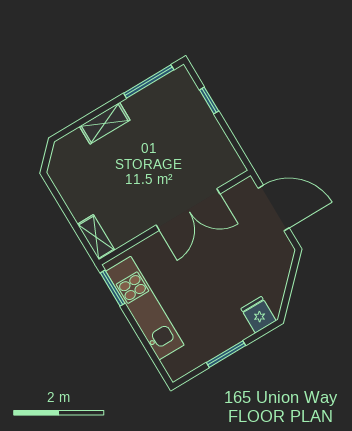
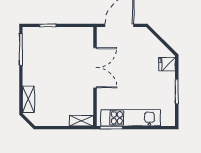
shelving: (105, 123) -> (28, 99), moved

